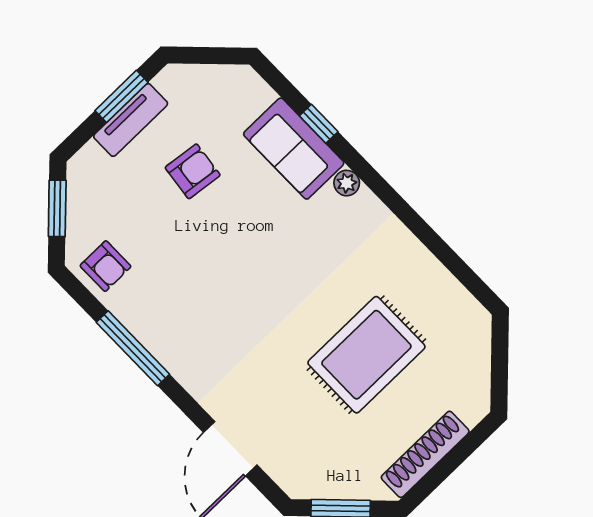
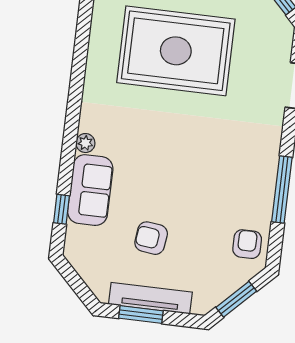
tv unit: (131, 120) -> (150, 298), width x1.41
window: (319, 124) -> (61, 209), moved
rug: (366, 355) -> (176, 51), width x1.37, depth x1.44

